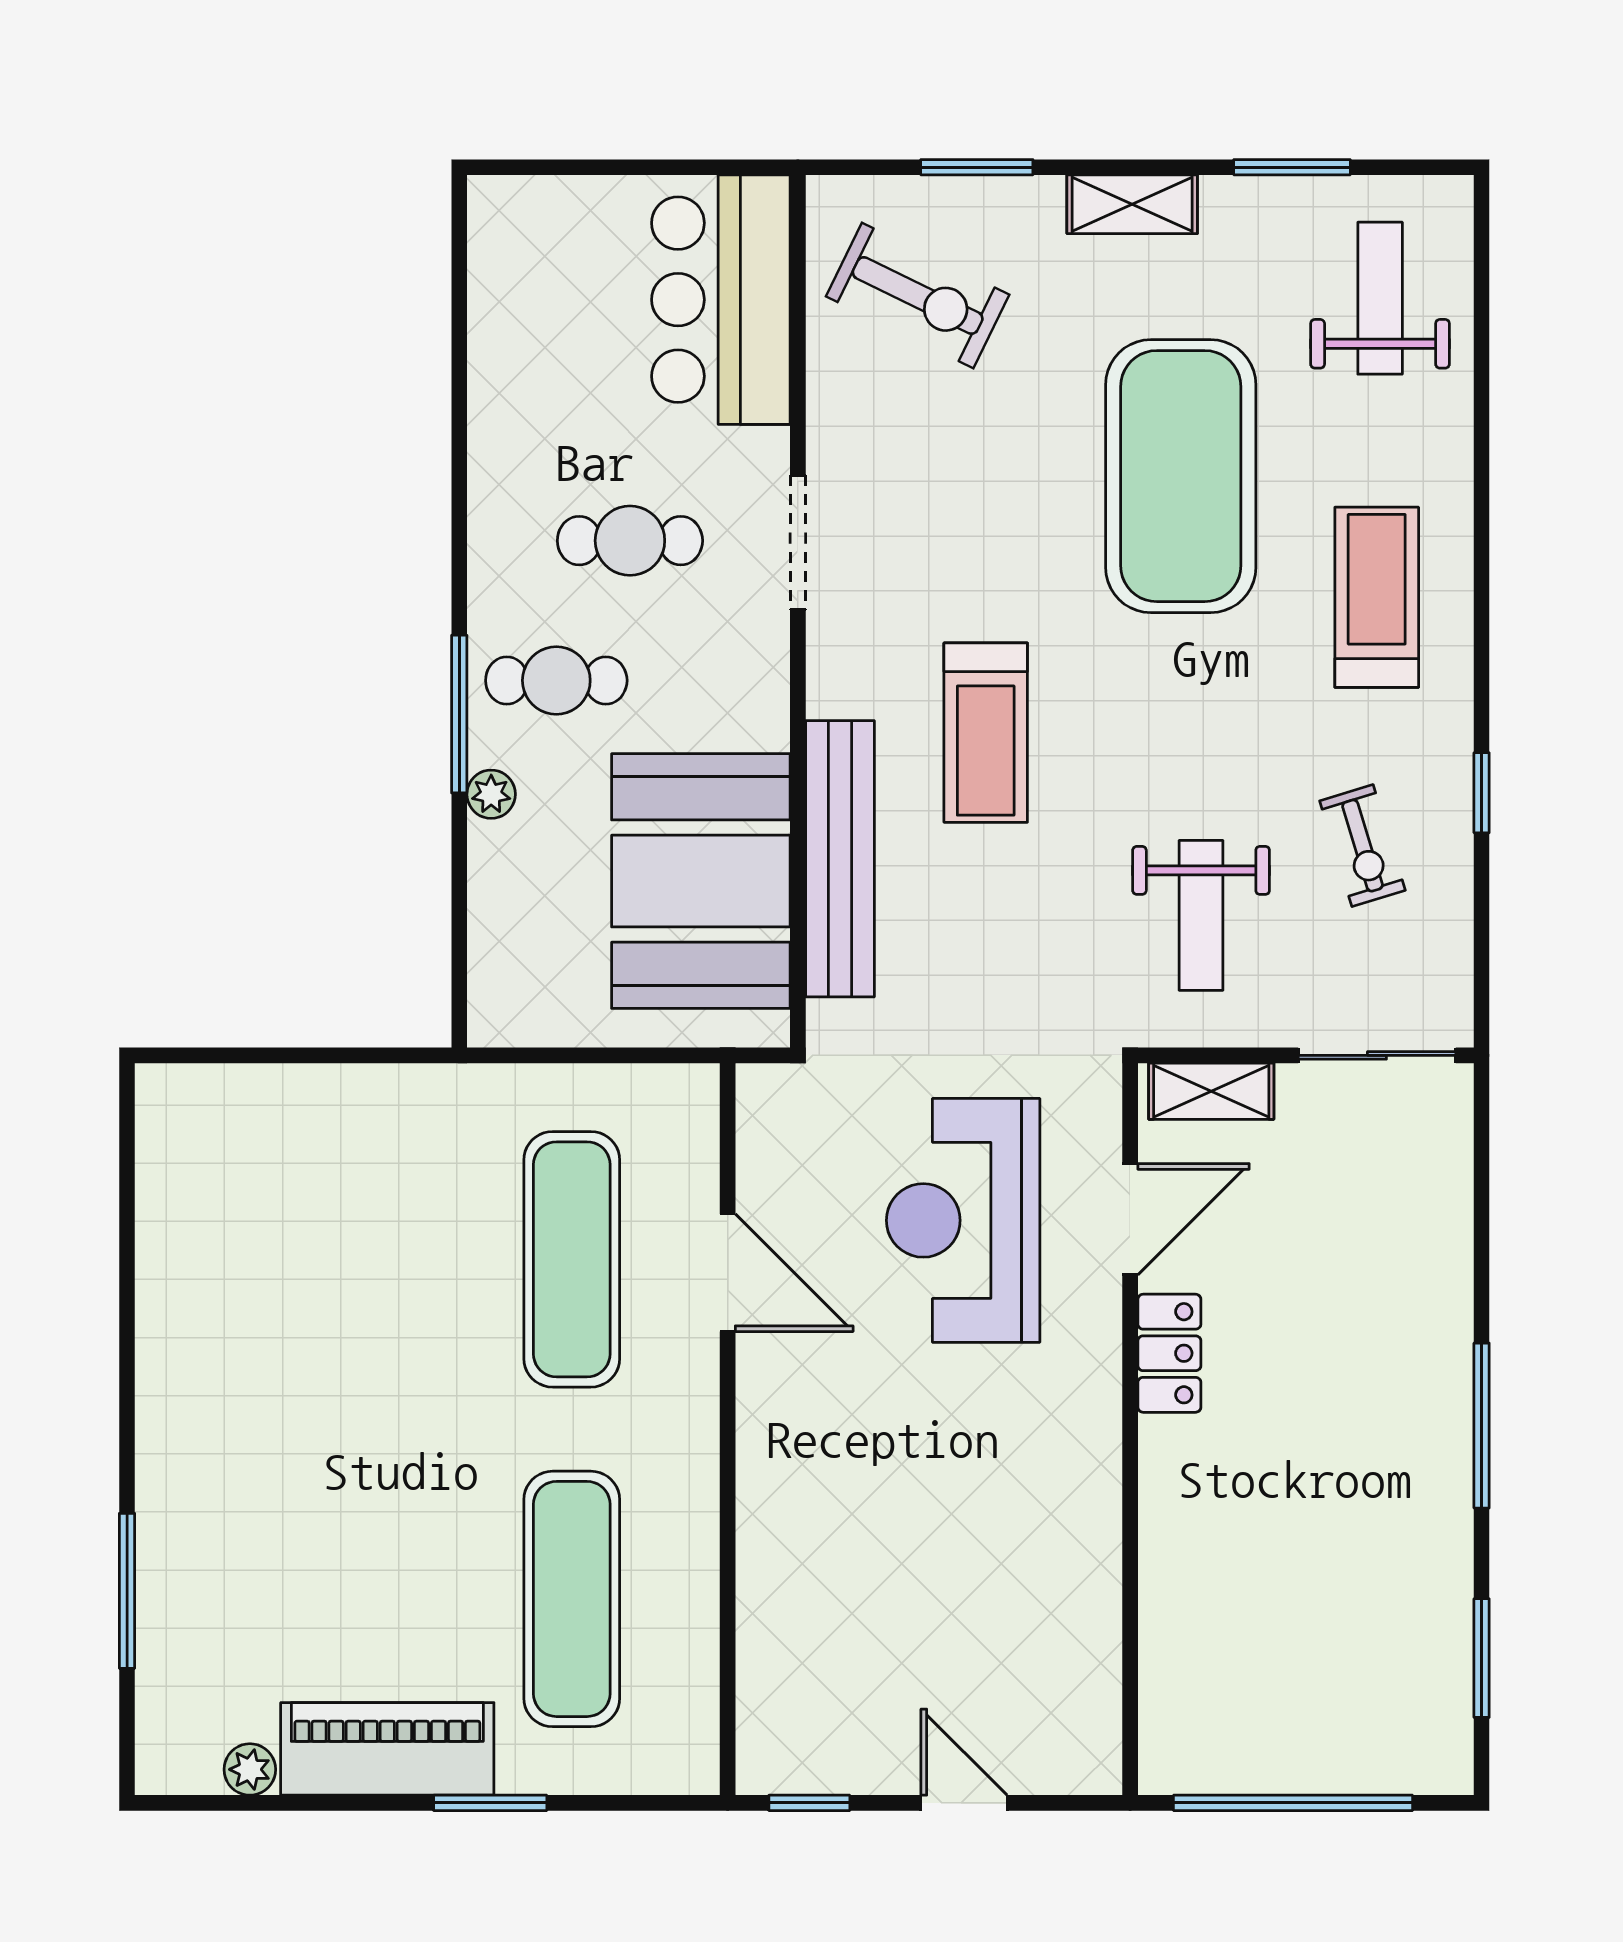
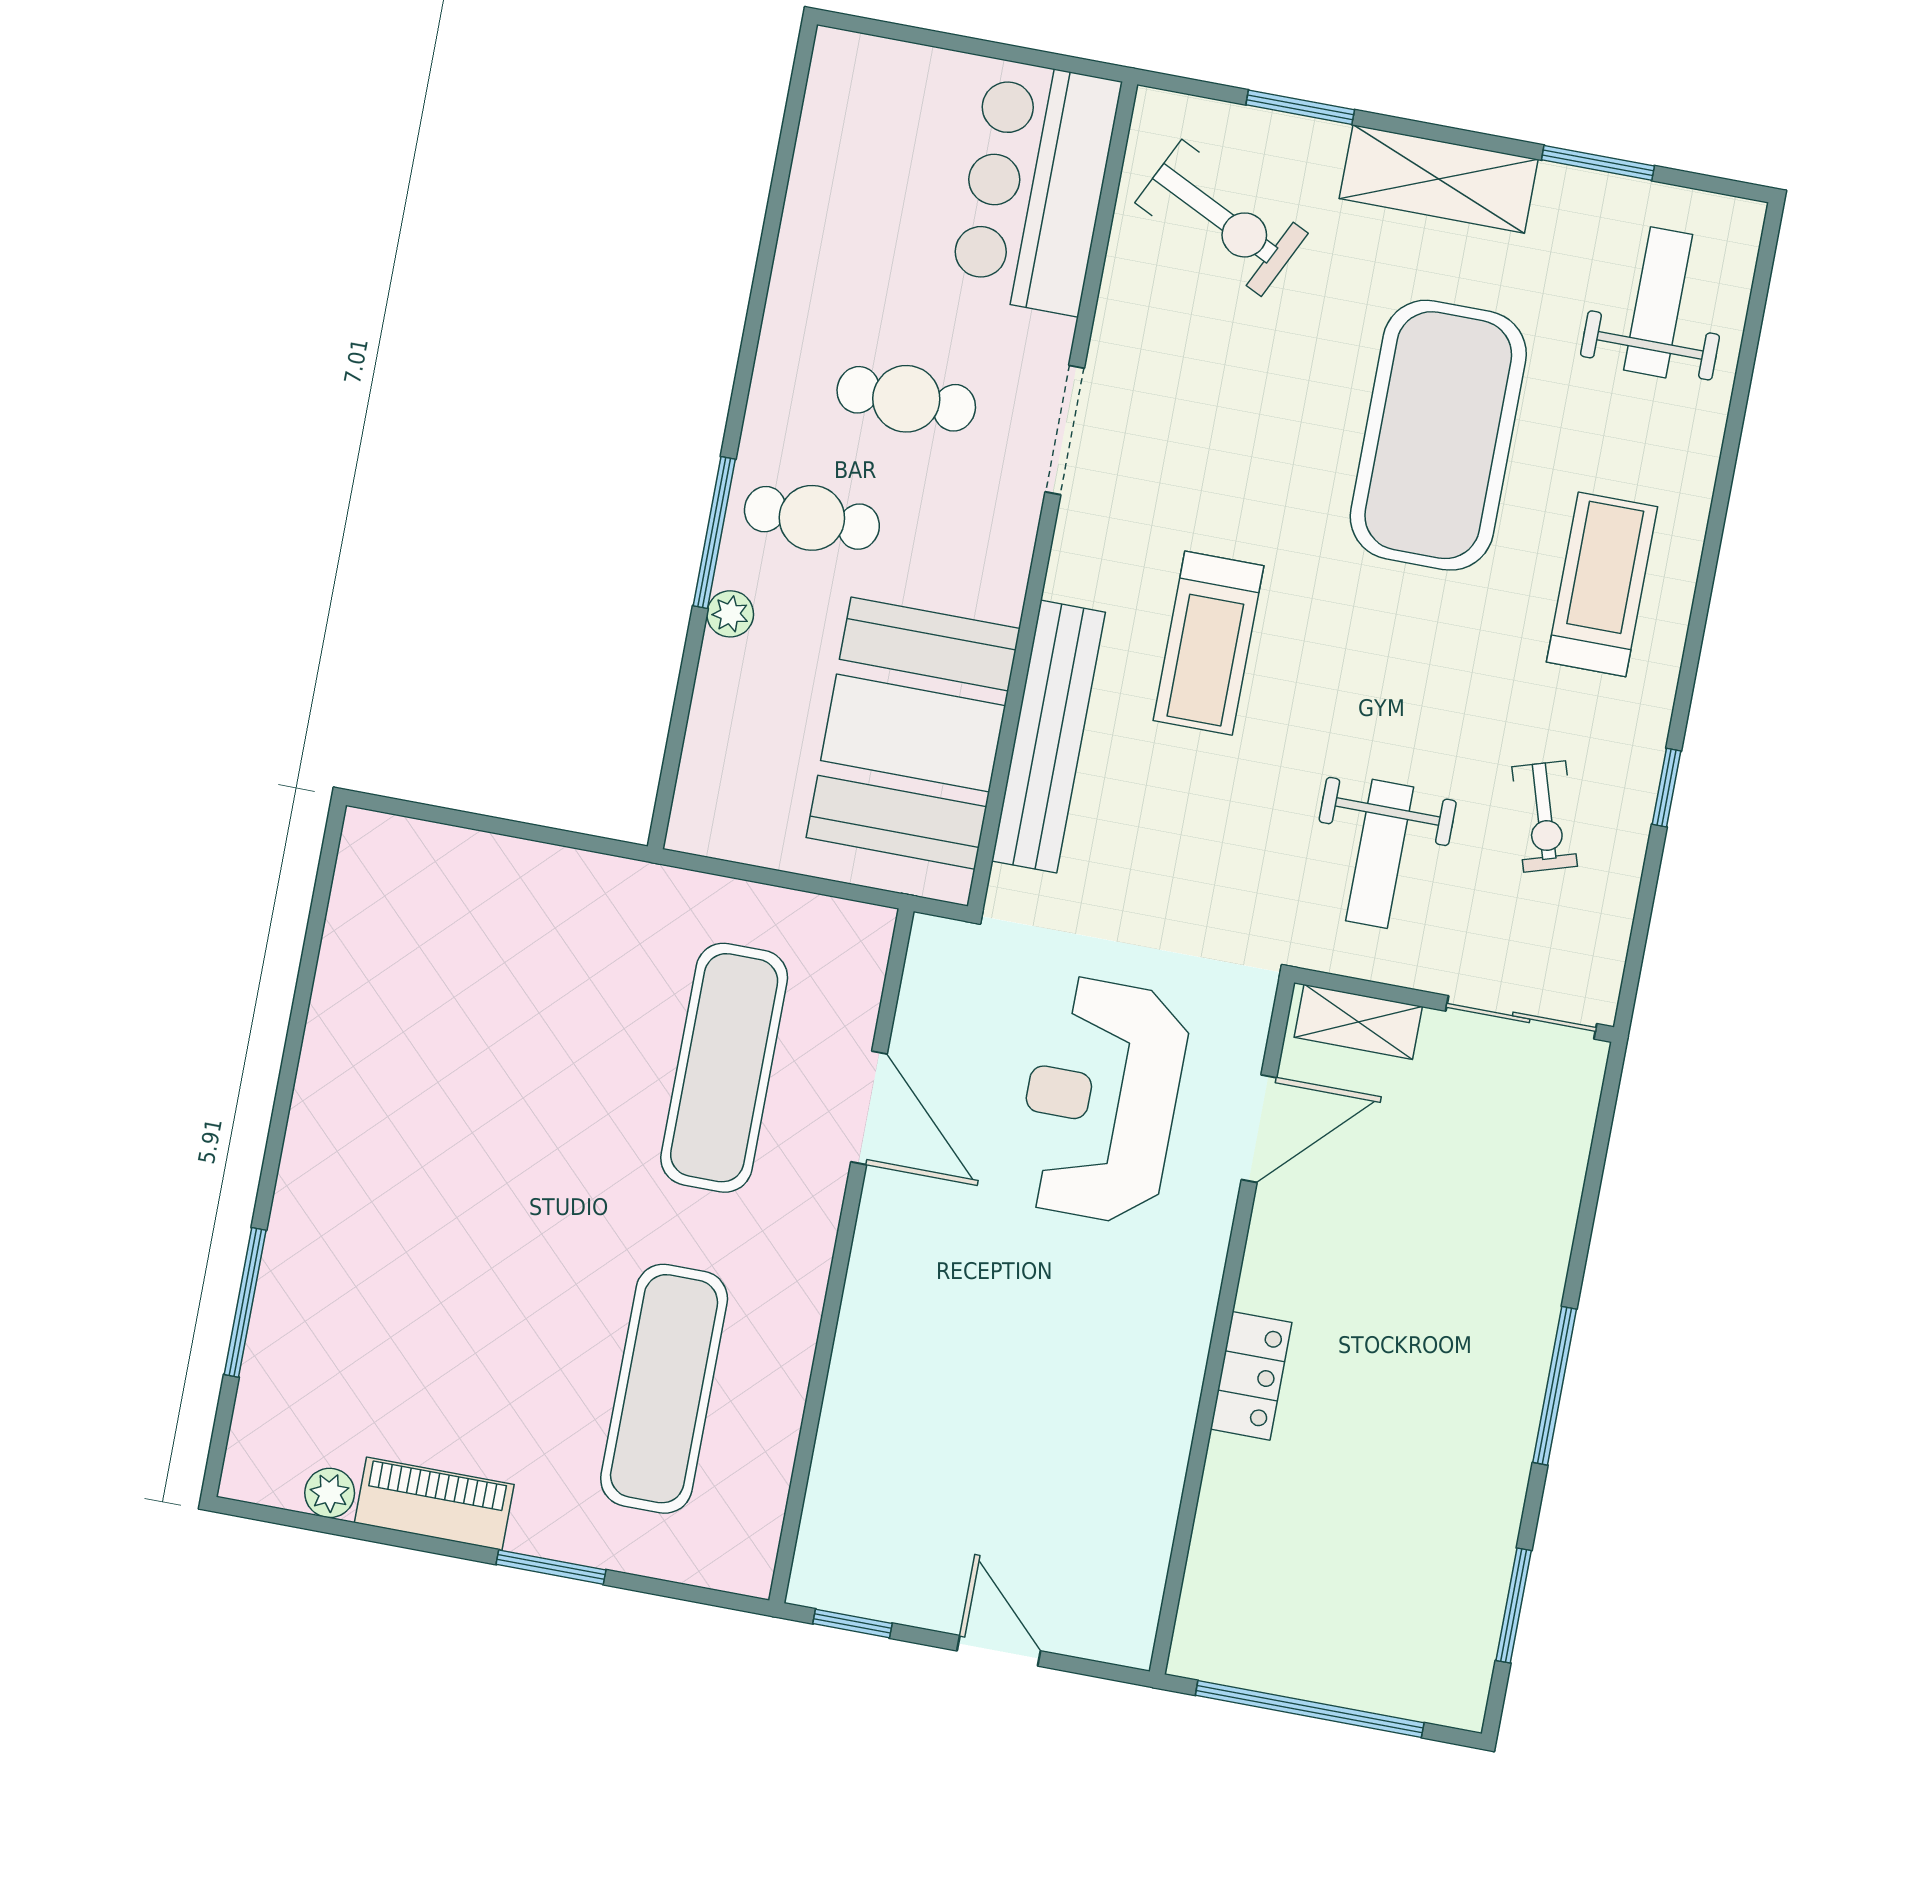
shelving: (1132, 204) -> (1439, 179), width x1.50, depth x1.33
locker: (1169, 1353) -> (1251, 1376), moved
piano: (387, 1749) -> (434, 1504), width x0.73, depth x0.75

